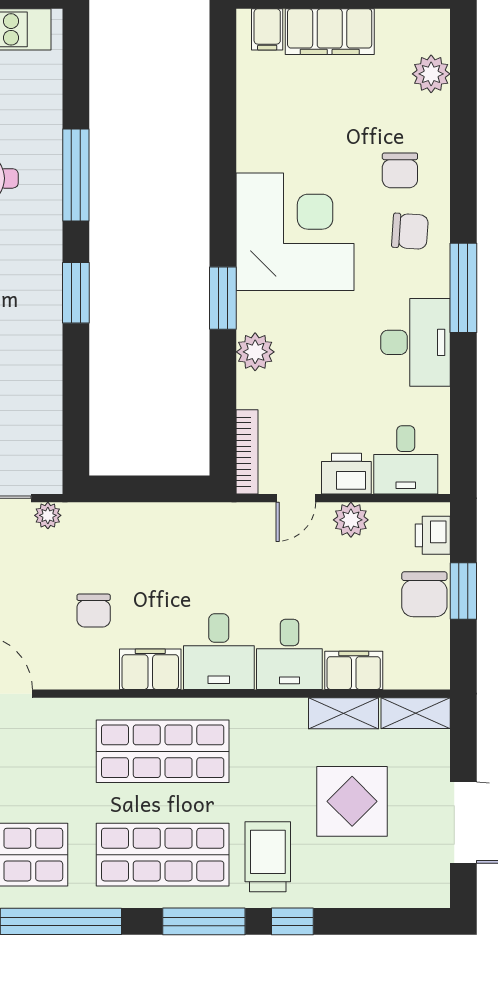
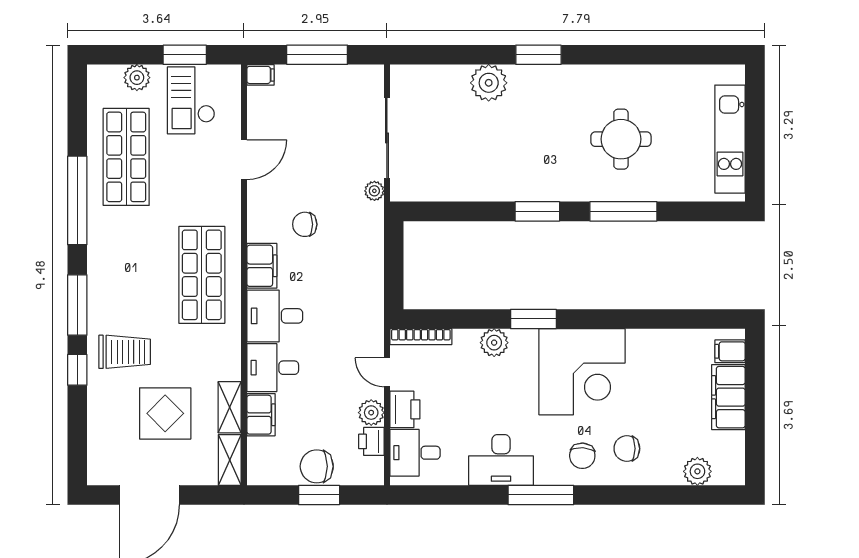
printer: (433, 535) -> (371, 441), moved, turned -90
shop shelf: (163, 855) -> (126, 275), removed

